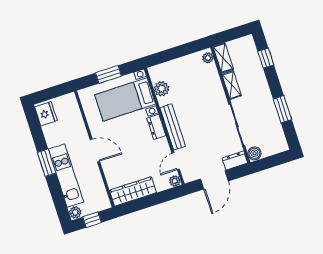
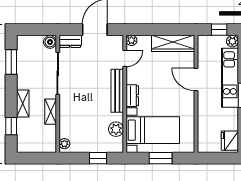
window: (170, 54) -> (98, 158), added
shelving: (223, 58) -> (23, 103), moved
window: (282, 109) -> (11, 62), moved
door: (95, 150) -> (196, 79), moved

